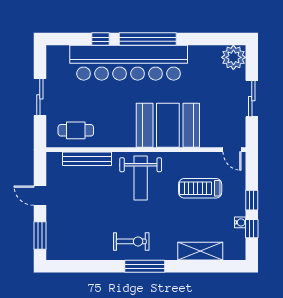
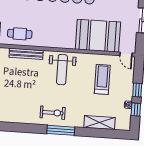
booth: (168, 125) -> (98, 36), moved
treadmill: (200, 188) -> (102, 79), turned 90

